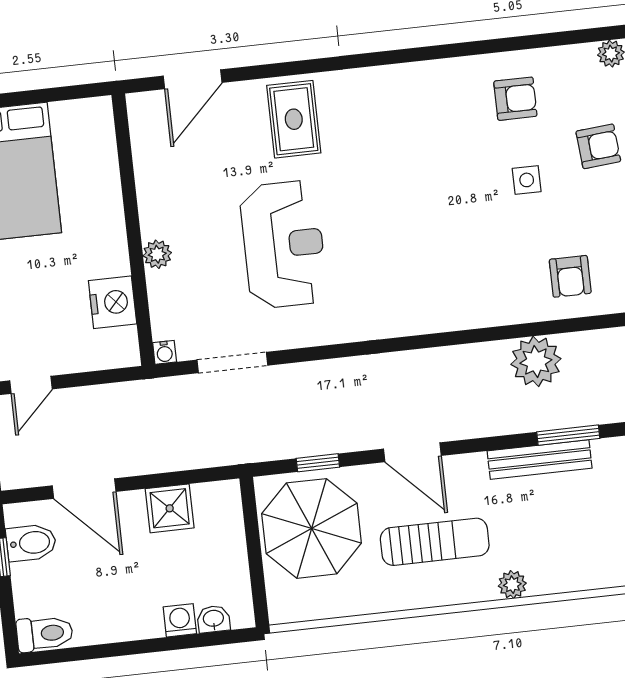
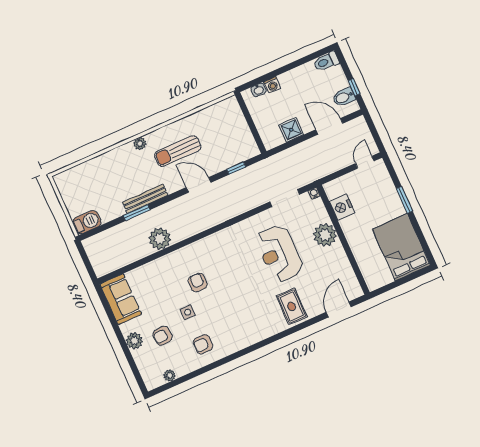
plant: (157, 254) -> (325, 235), width x1.87, depth x1.87
armchair: (570, 276) -> (198, 282), moved
parasol: (312, 528) -> (230, 140), removed

